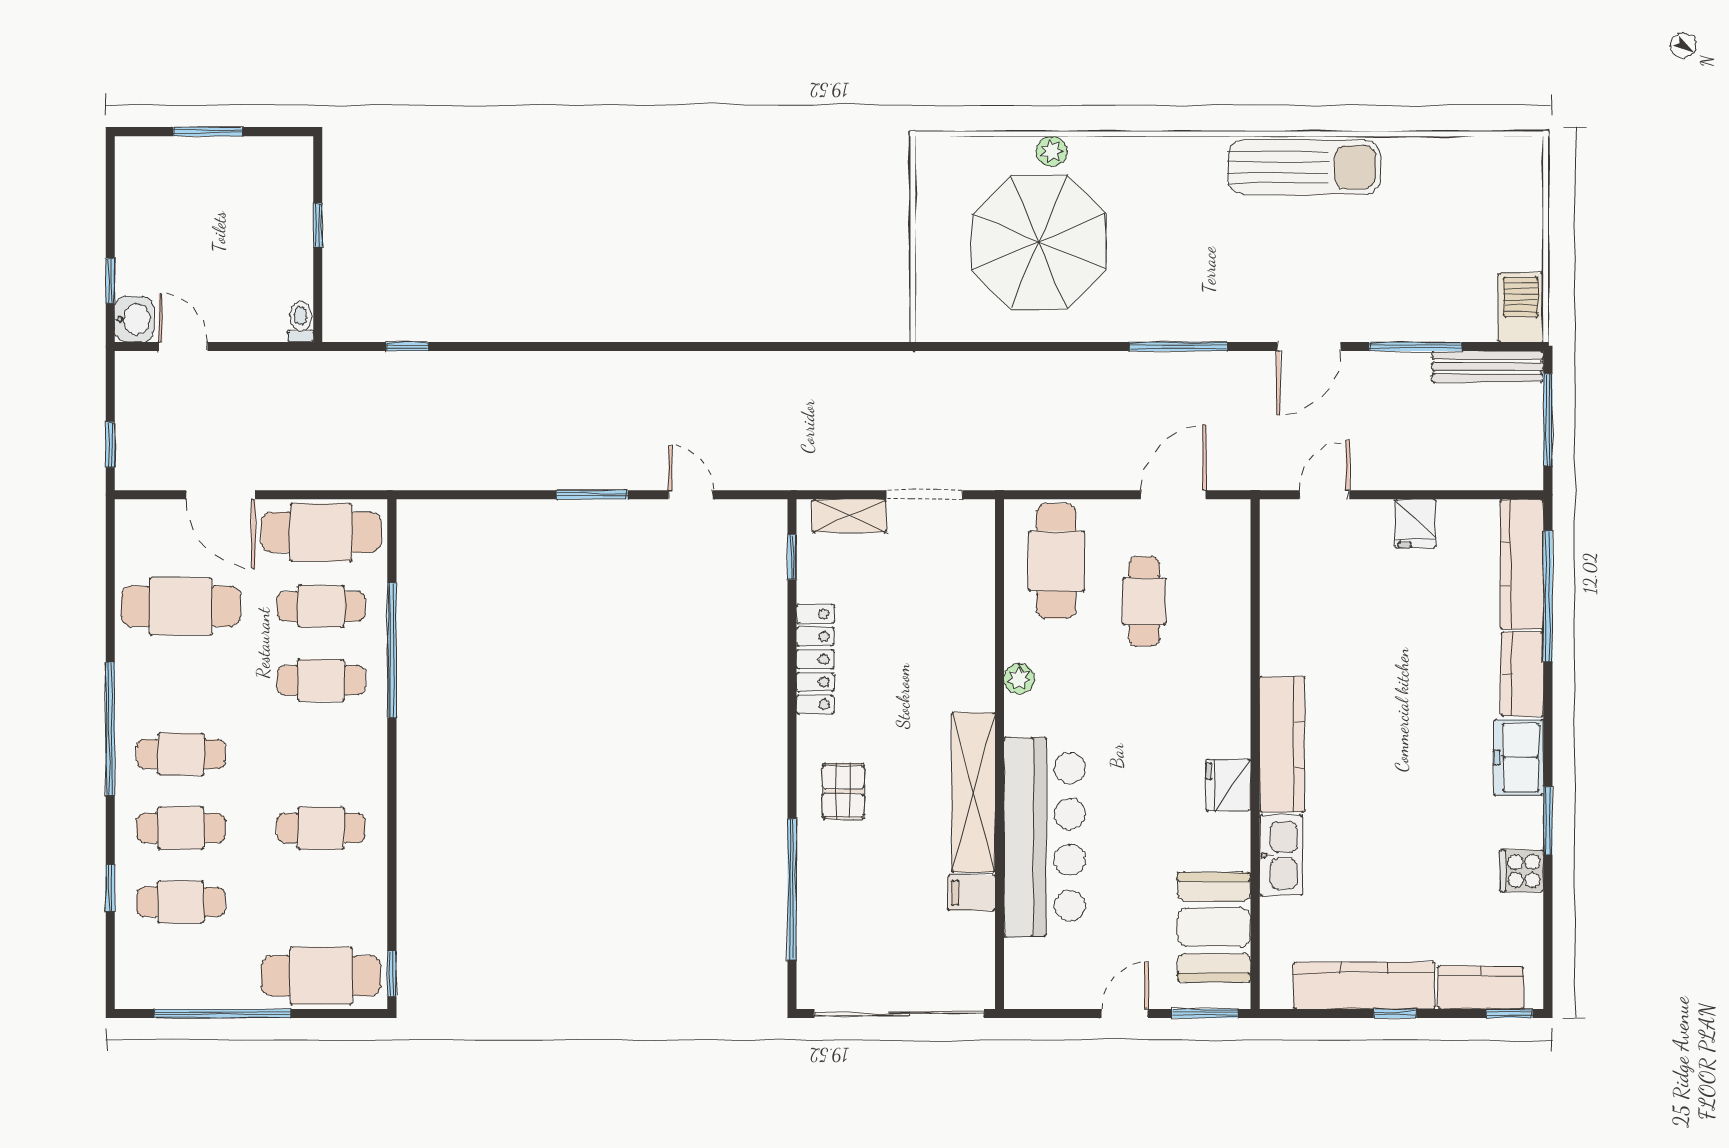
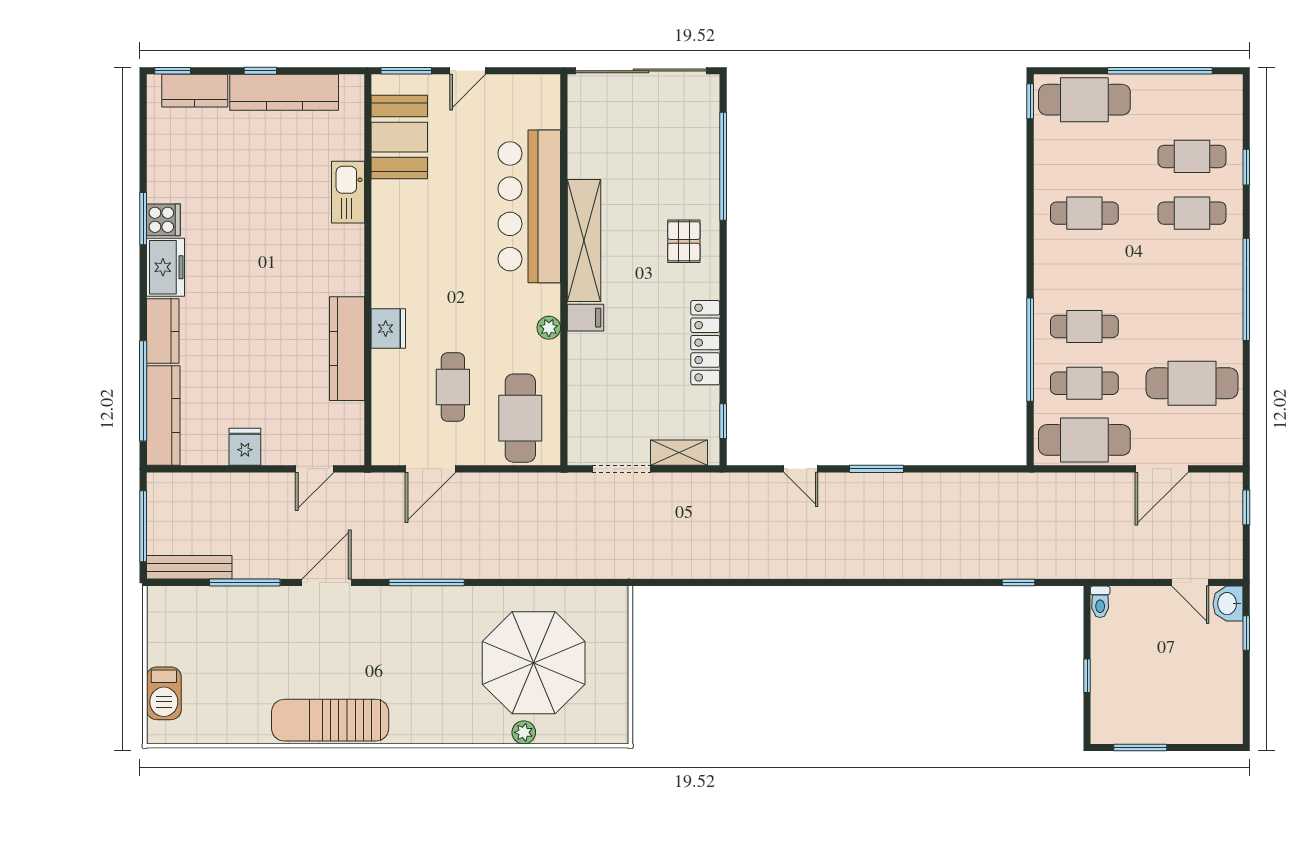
window: (208, 132) -> (1140, 747), moved
barbecue: (1521, 307) -> (164, 693), moved
door: (220, 495) -> (1162, 469), swing flipped
kitchen counter: (1282, 744) -> (347, 349), moved
cafe table: (181, 754) -> (1192, 270), removed
fridge: (1228, 785) -> (388, 329), moved
cooker: (1521, 871) -> (163, 220), moved
filing cabinet: (971, 893) -> (585, 318), moved

